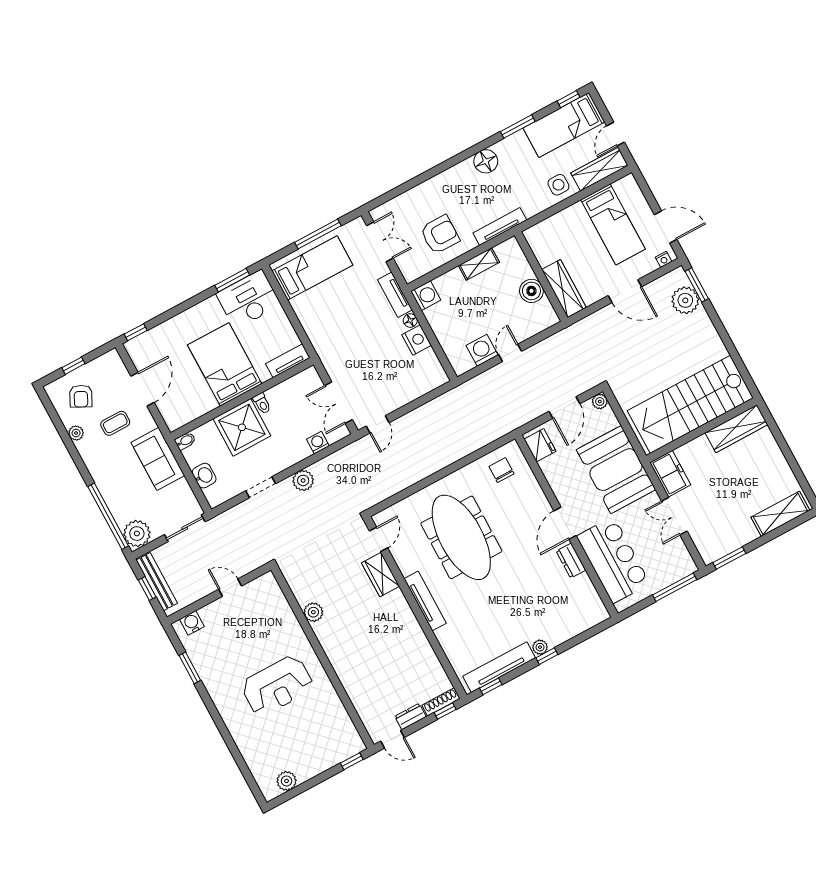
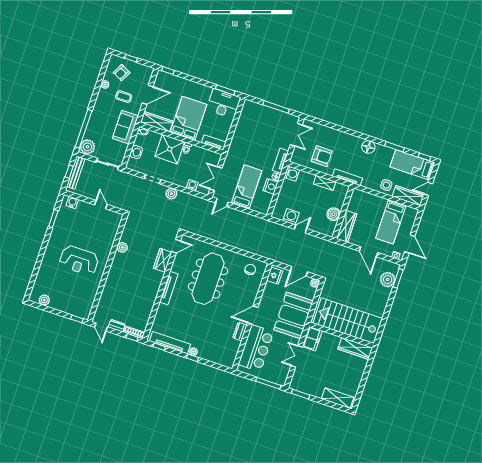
bed: (312, 268) -> (247, 187), moved, turned -90
wardrobe: (190, 411) -> (157, 122), added

